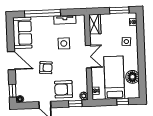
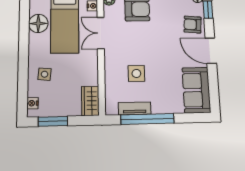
window: (42, 13) -> (147, 119), moved
double door: (88, 57) -> (101, 33), moved
armchair: (46, 68) -> (193, 25), moved

